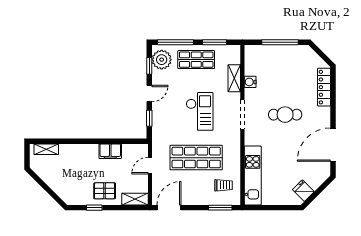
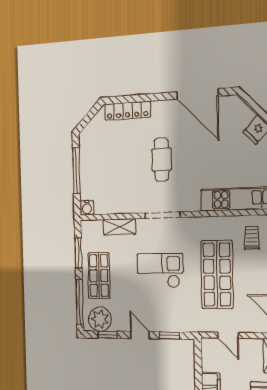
water cooler: (250, 82) -> (87, 208), moved

